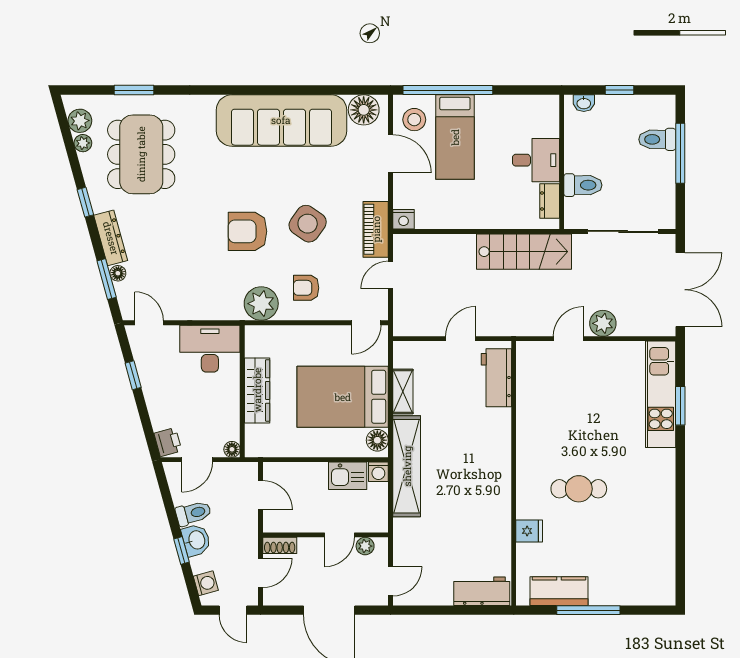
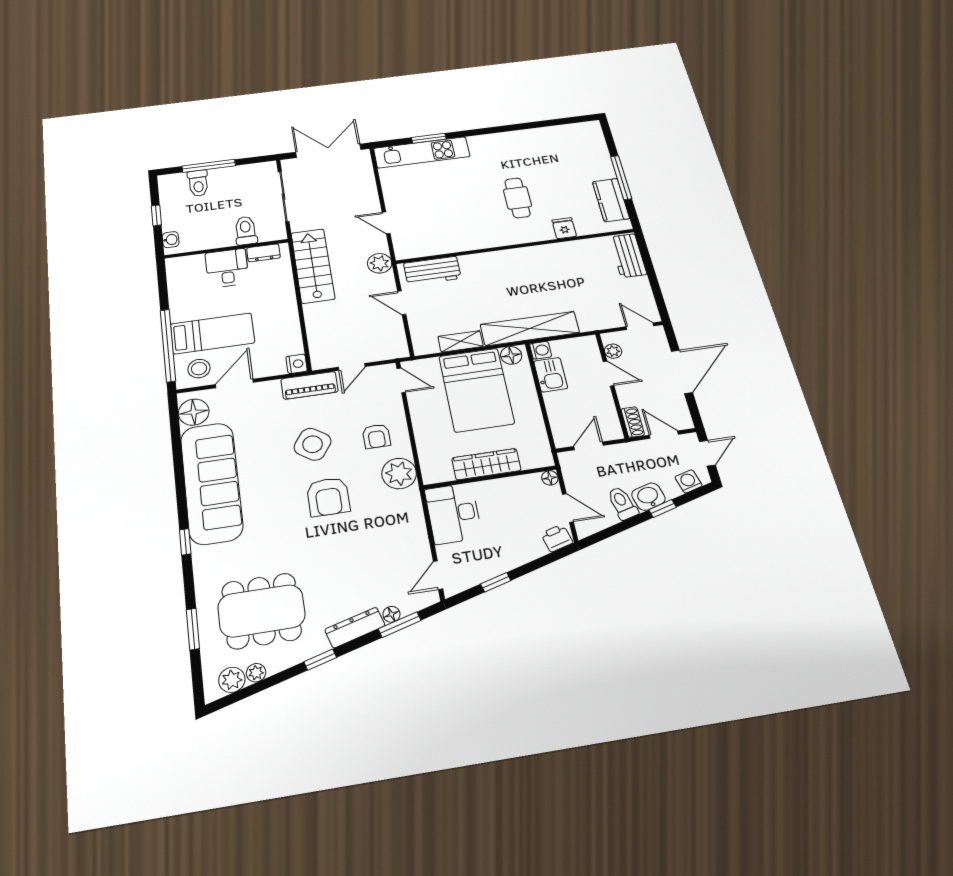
window: (223, 90) -> (185, 542), added
door: (391, 275) -> (352, 367), hinge flipped
plant: (603, 323) -> (380, 263), moved

